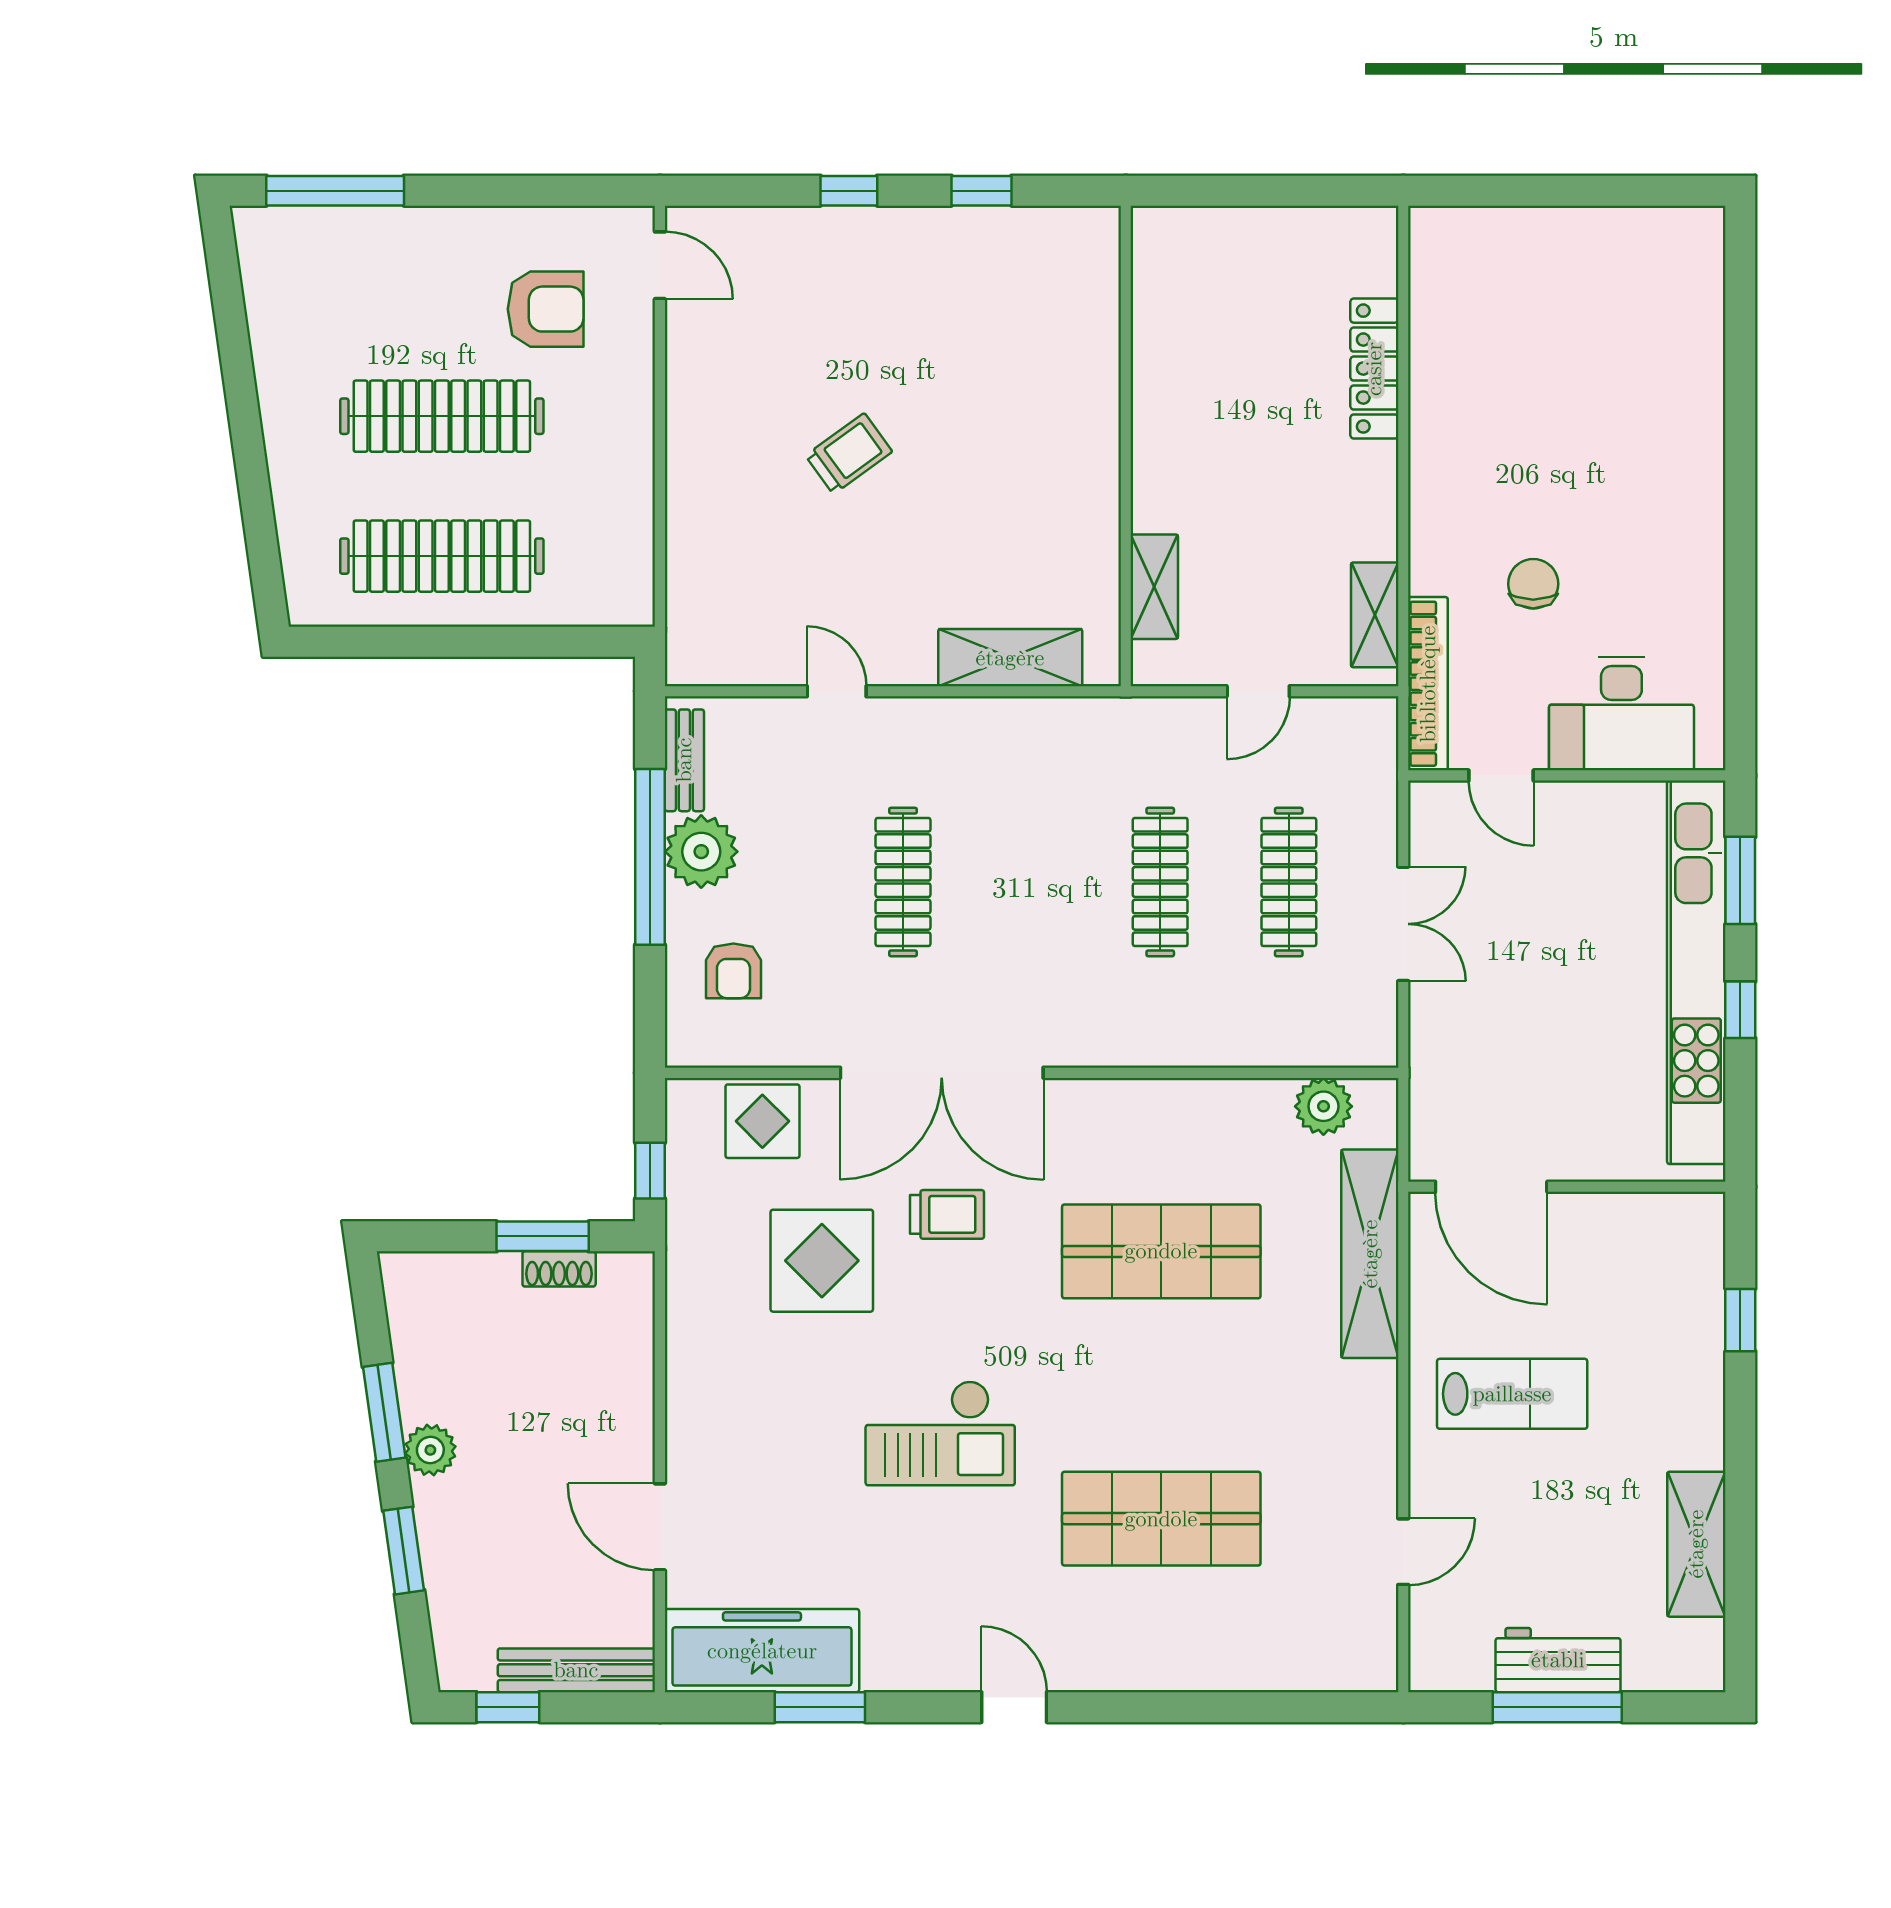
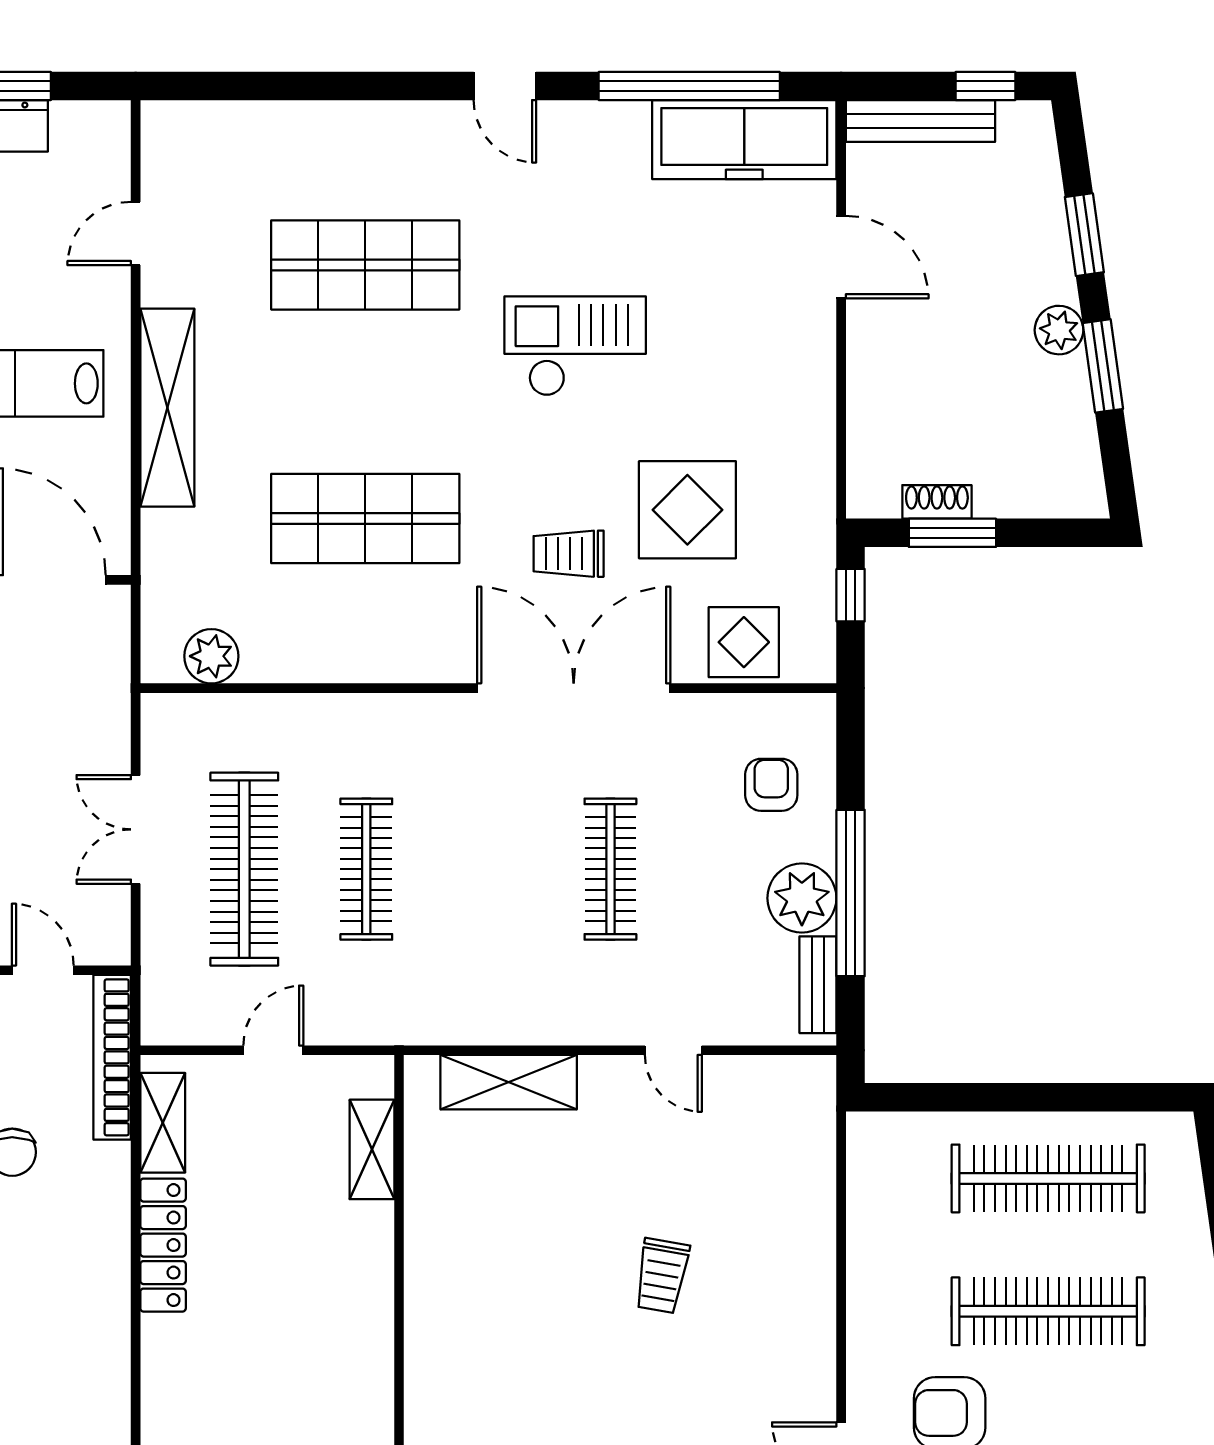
locker: (1374, 369) -> (163, 1245), moved
trolley: (849, 454) -> (662, 1276), turned -44
clothes rail: (1289, 882) -> (244, 869), width x1.37, depth x1.31
shelving: (1370, 1254) -> (167, 408), moved
window: (820, 1707) -> (689, 86), width x2.11

